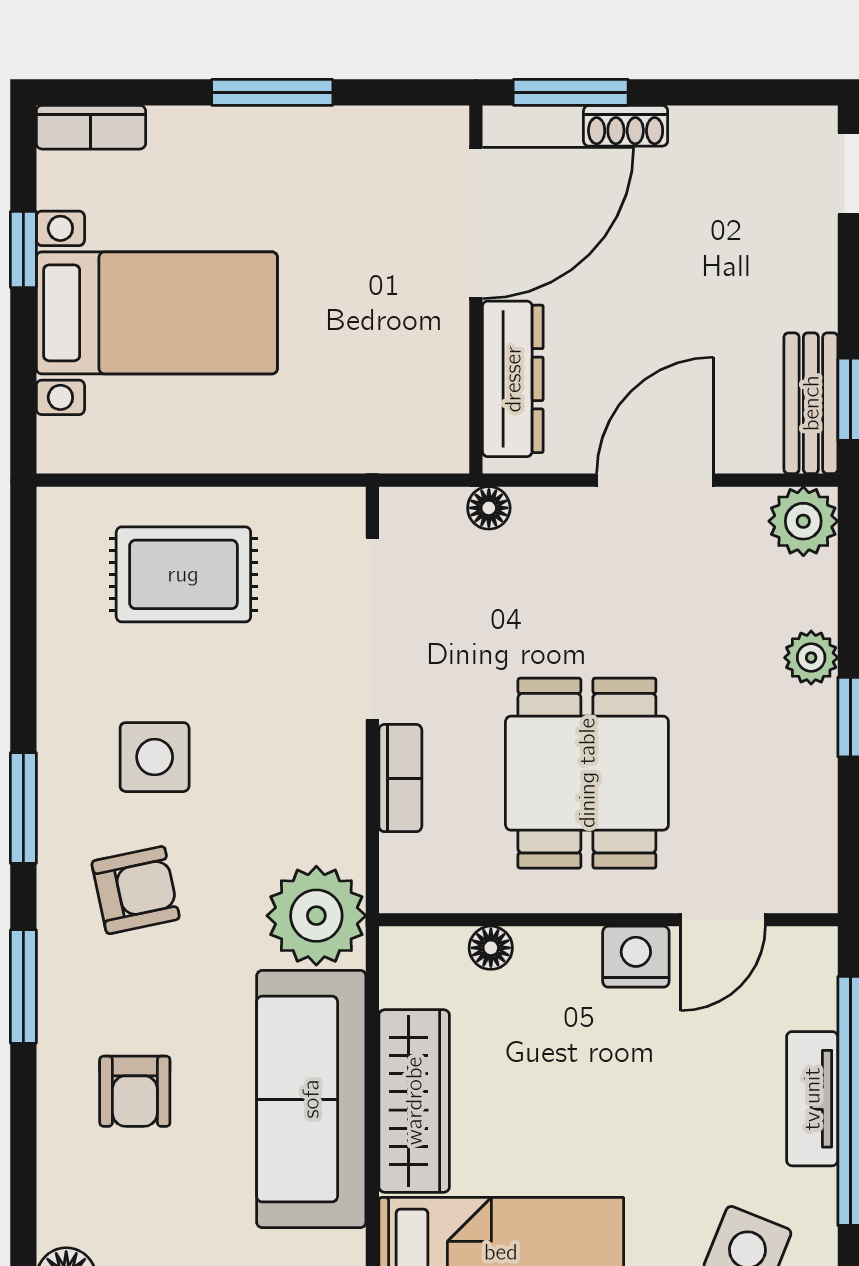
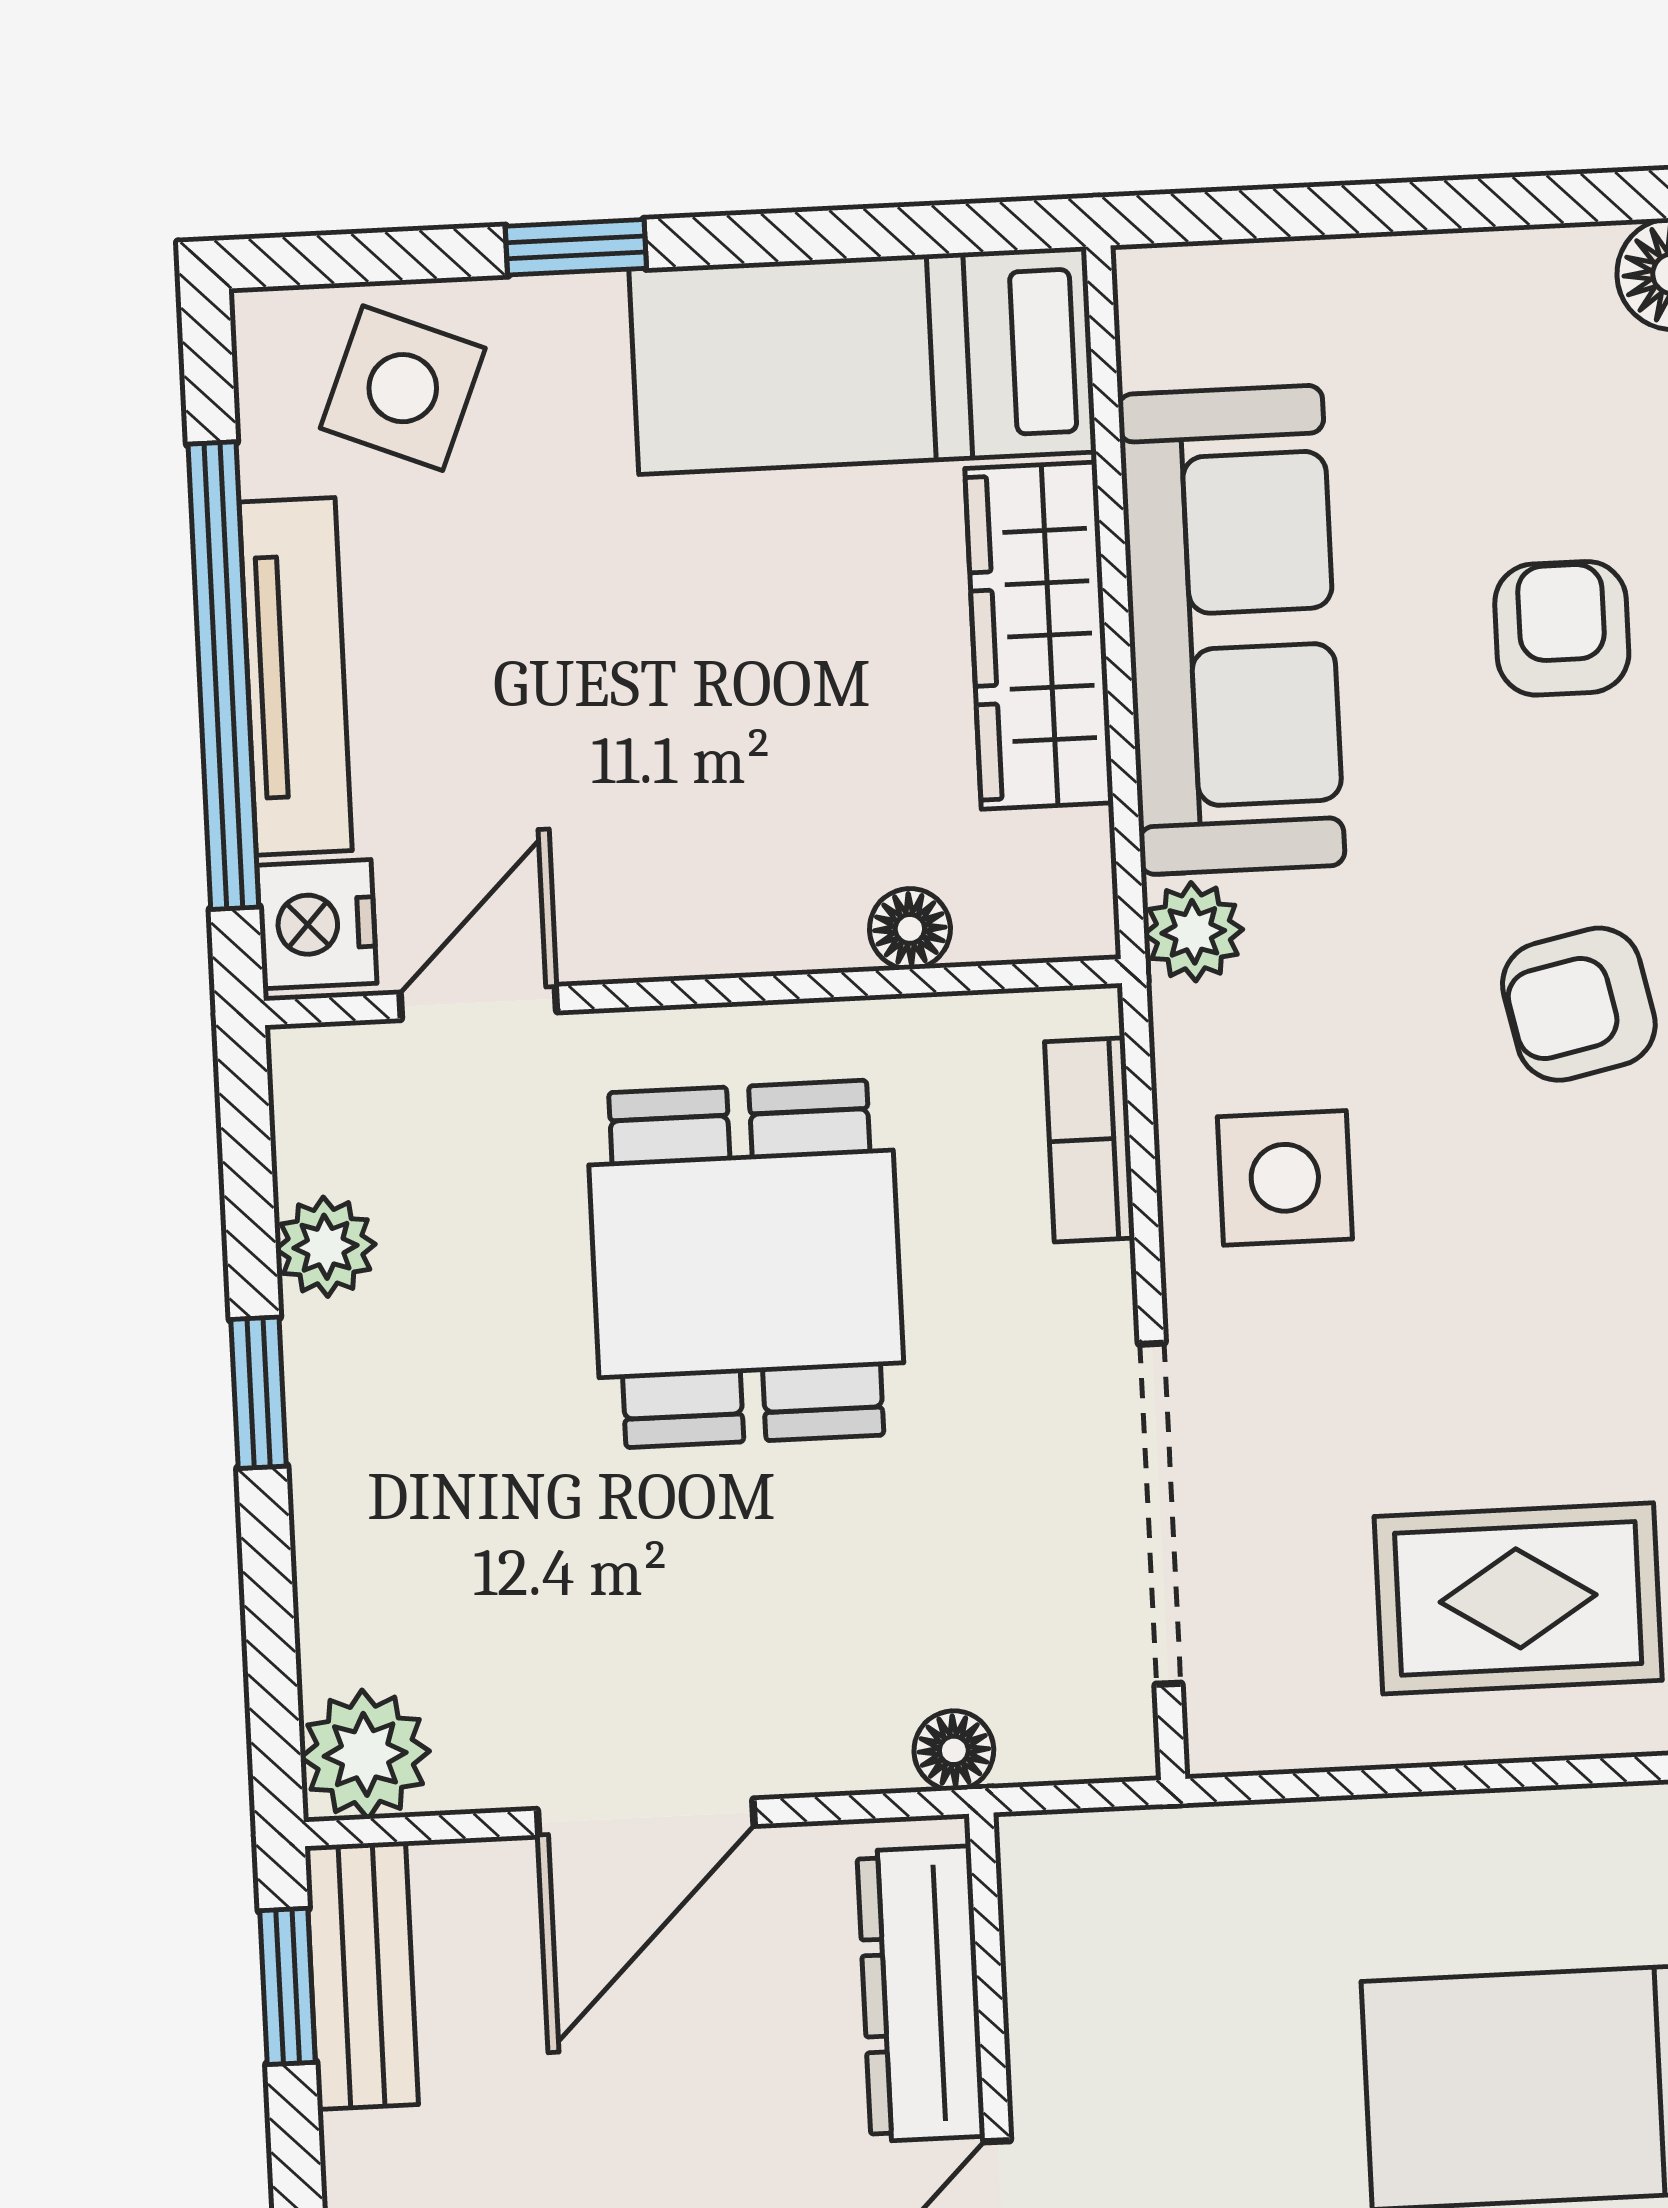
plant: (811, 658) -> (326, 1247), moved
side table: (155, 757) -> (1285, 1178), moved
bookcase: (400, 778) -> (1090, 1140), moved
plant: (316, 916) -> (1193, 932), width x0.53, depth x0.53
nightstand: (636, 957) -> (317, 924), moved, turned 90
tv unit: (812, 1099) -> (296, 676), width x1.41

